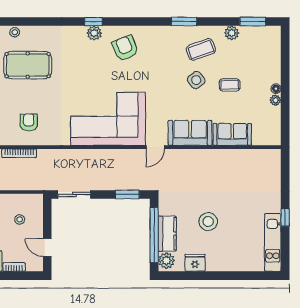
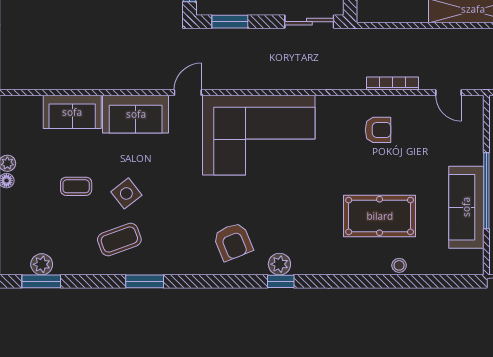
plant: (232, 33) -> (42, 264), moved
armchair: (29, 122) -> (378, 130), turned -90

